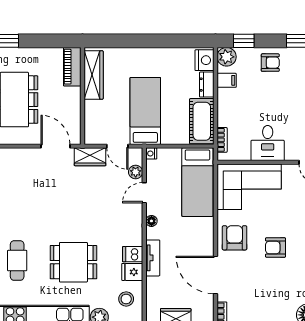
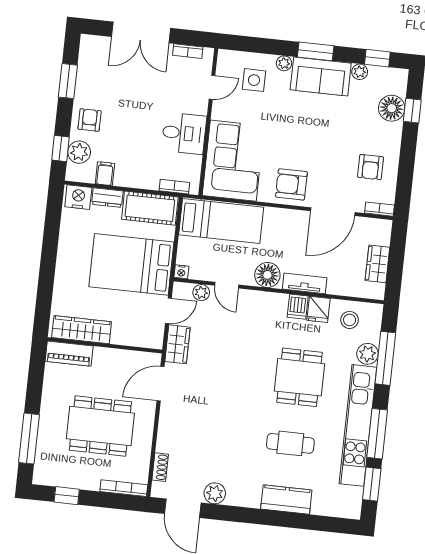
plant: (227, 57) -> (79, 152), moved
bed: (145, 111) -> (131, 264), width x1.50
floor lamp: (151, 221) -> (267, 275), width x1.89, depth x1.89
armchair: (276, 247) -> (371, 167), moved

